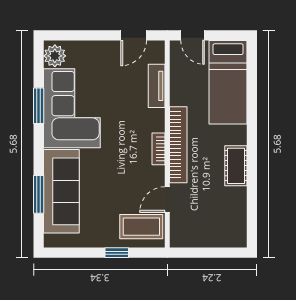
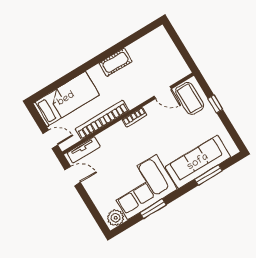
door: (193, 35) -> (50, 139), hinge flipped
tv unit: (157, 86) -> (84, 150), moved
bookcase: (178, 145) -> (102, 120), moved

